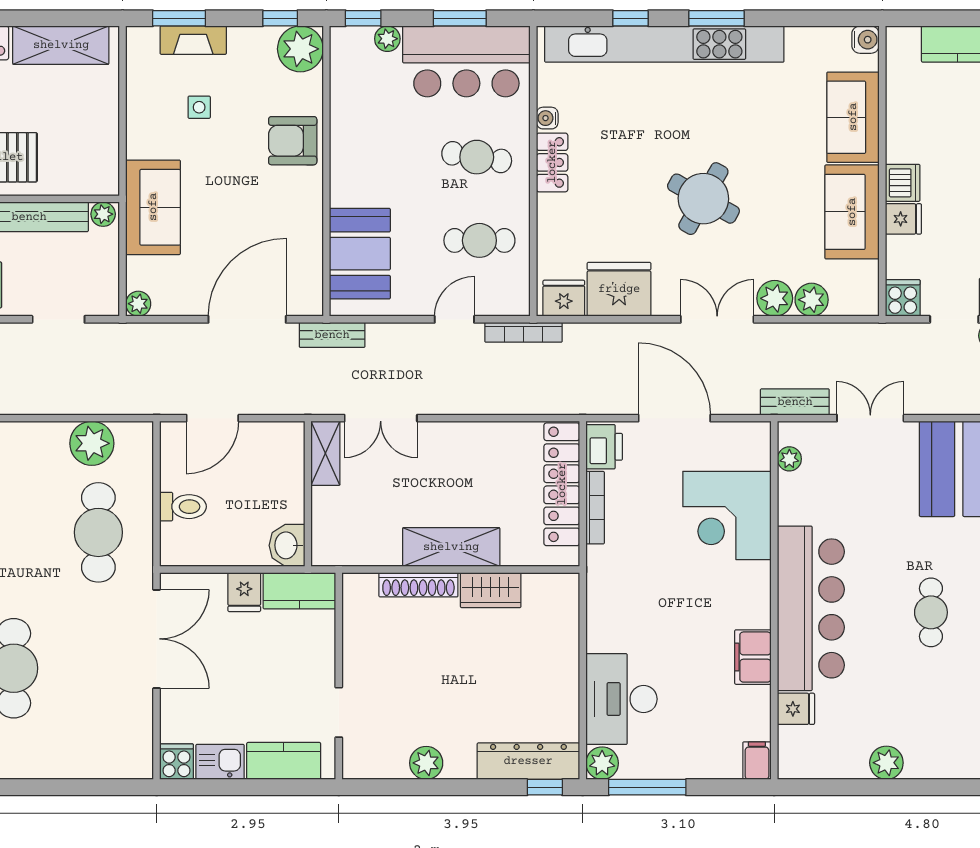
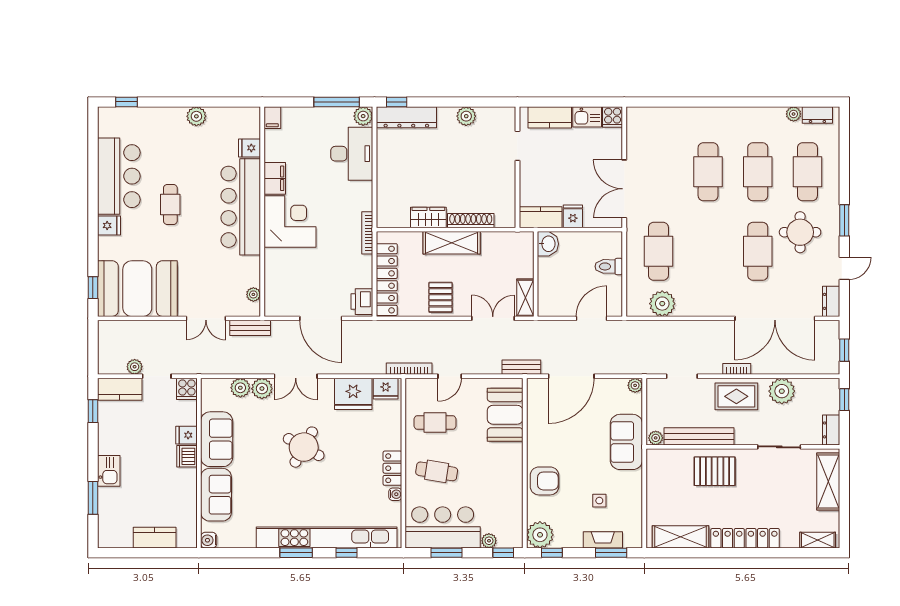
pallet: (470, 454) -> (441, 297), added
bookcase: (595, 508) -> (367, 233), moved
corner desk: (727, 515) -> (290, 222), moved

